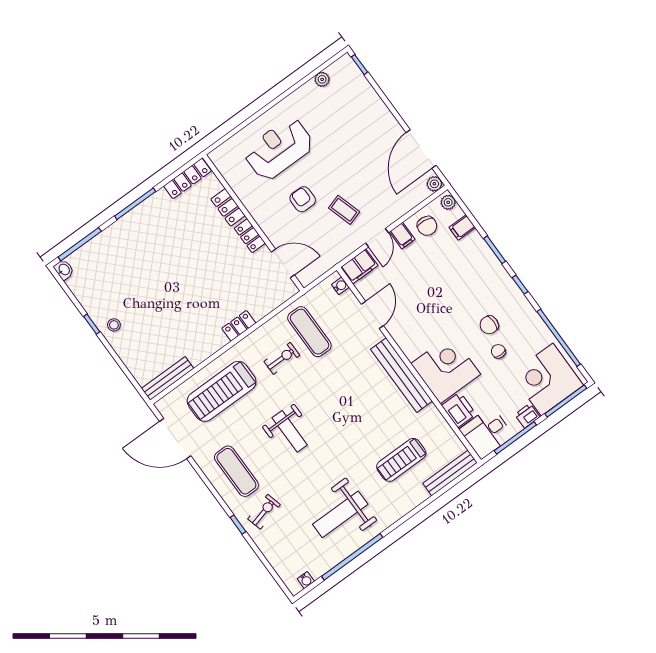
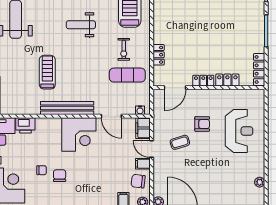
locker: (239, 326) -> (159, 55), moved
corner desk: (446, 369) -> (79, 134), moved
treadmill: (401, 460) -> (47, 72), moved

